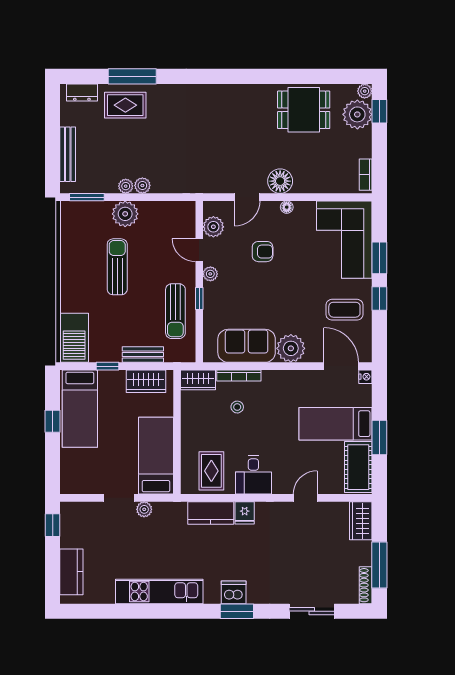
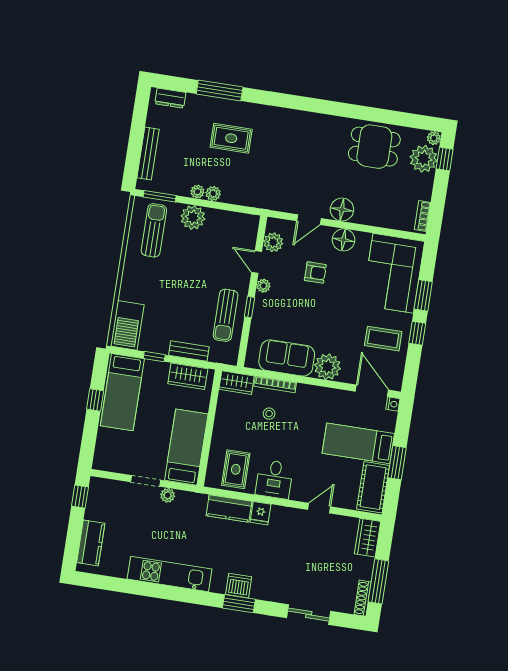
rug: (125, 105) -> (231, 138), moved
floor lamp: (287, 207) -> (344, 240), width x1.89, depth x1.89
sun lounger: (117, 267) -> (154, 230), moved

